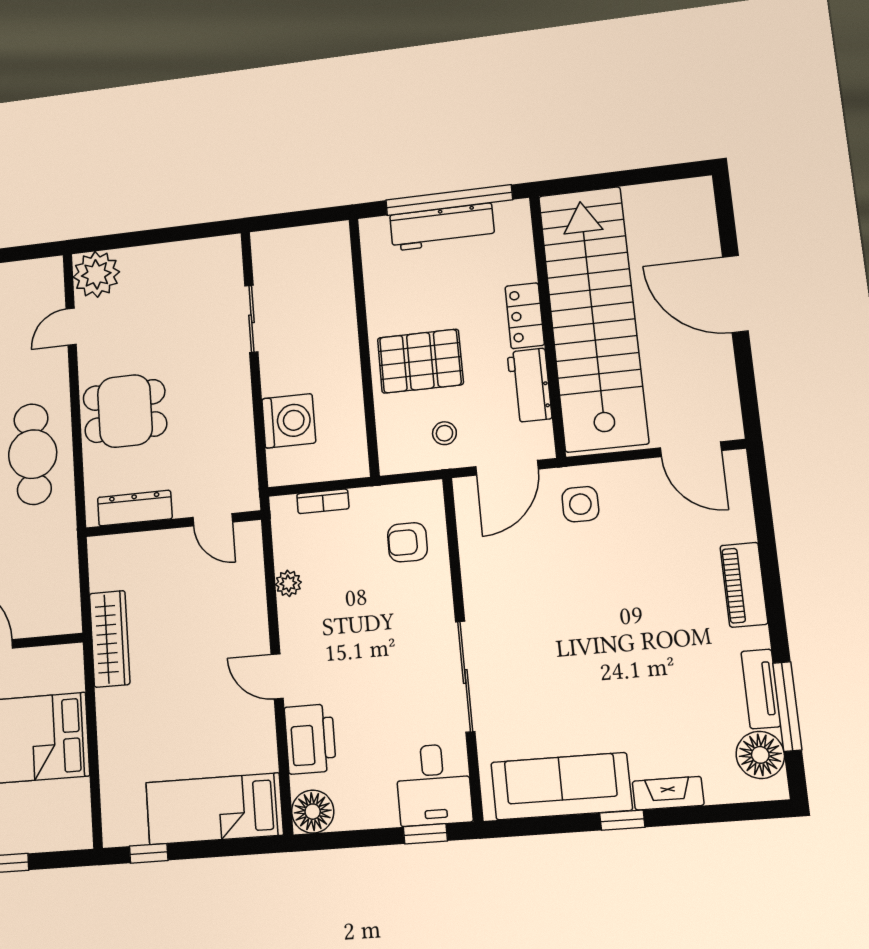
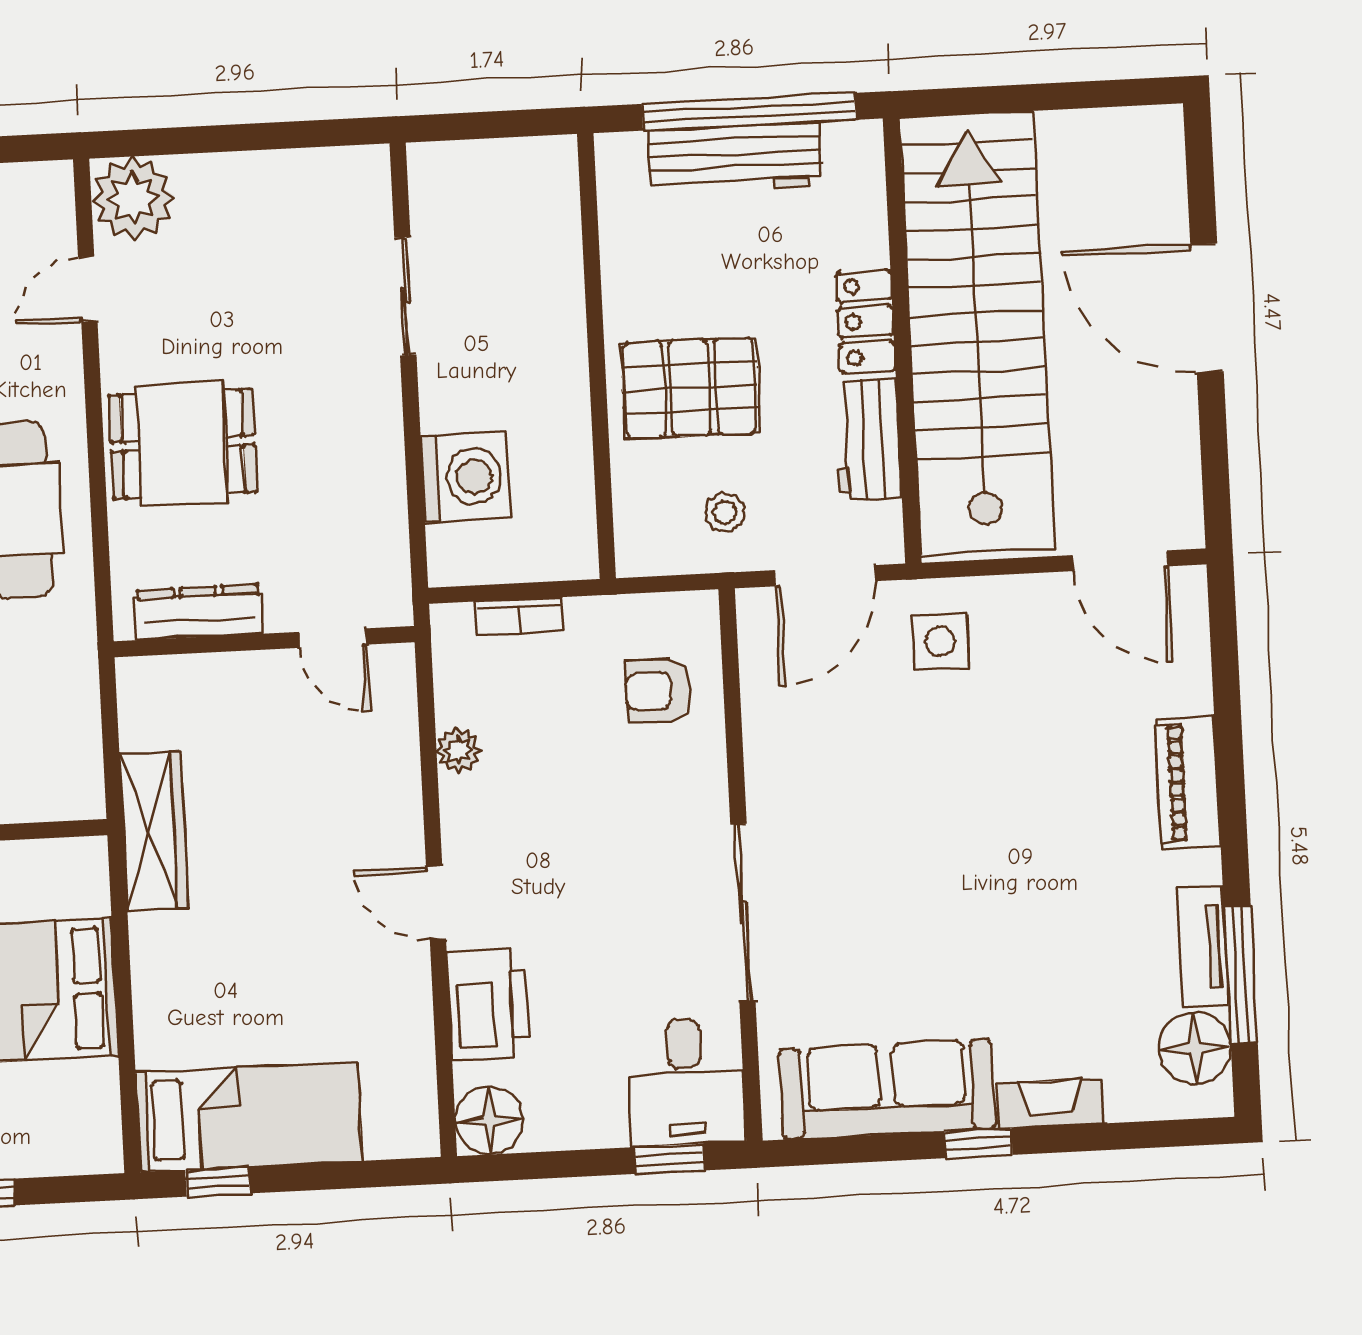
bed: (214, 809) -> (249, 1117), moved, turned 180

